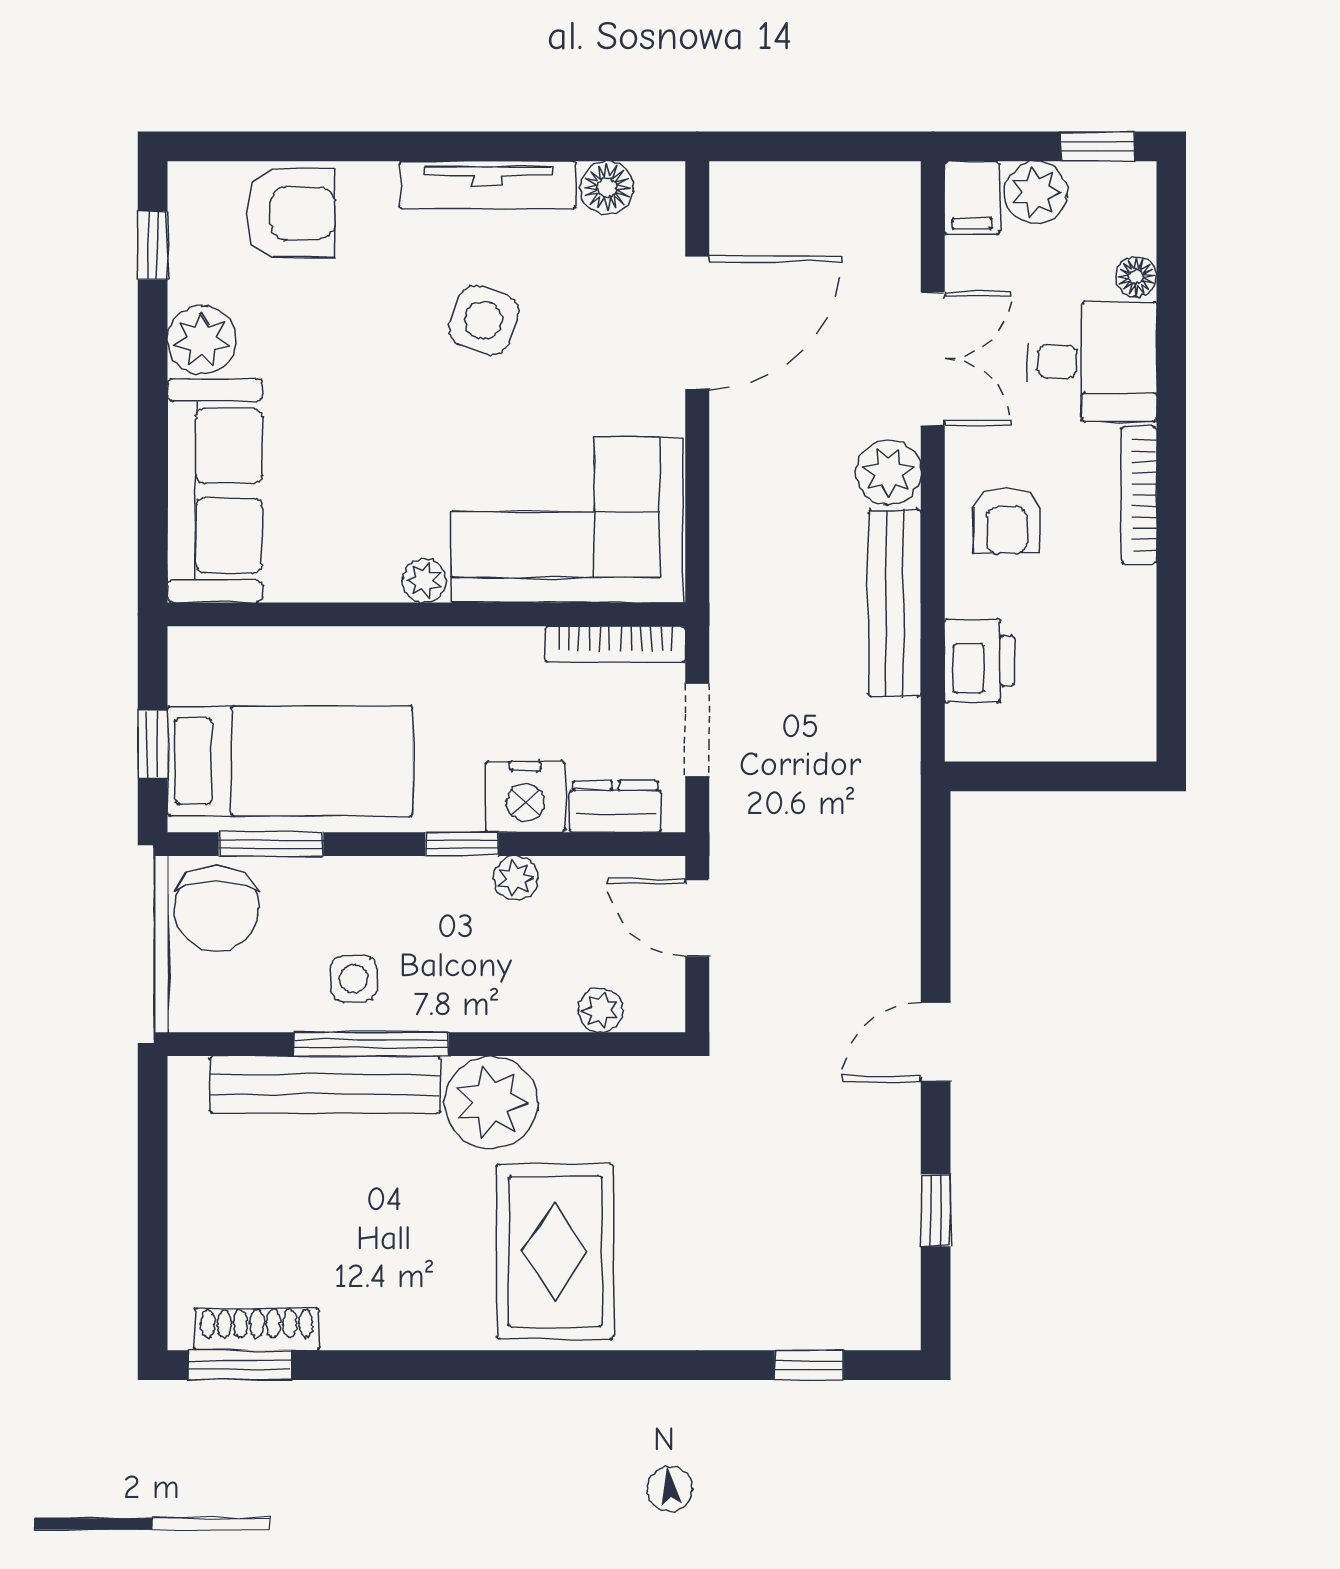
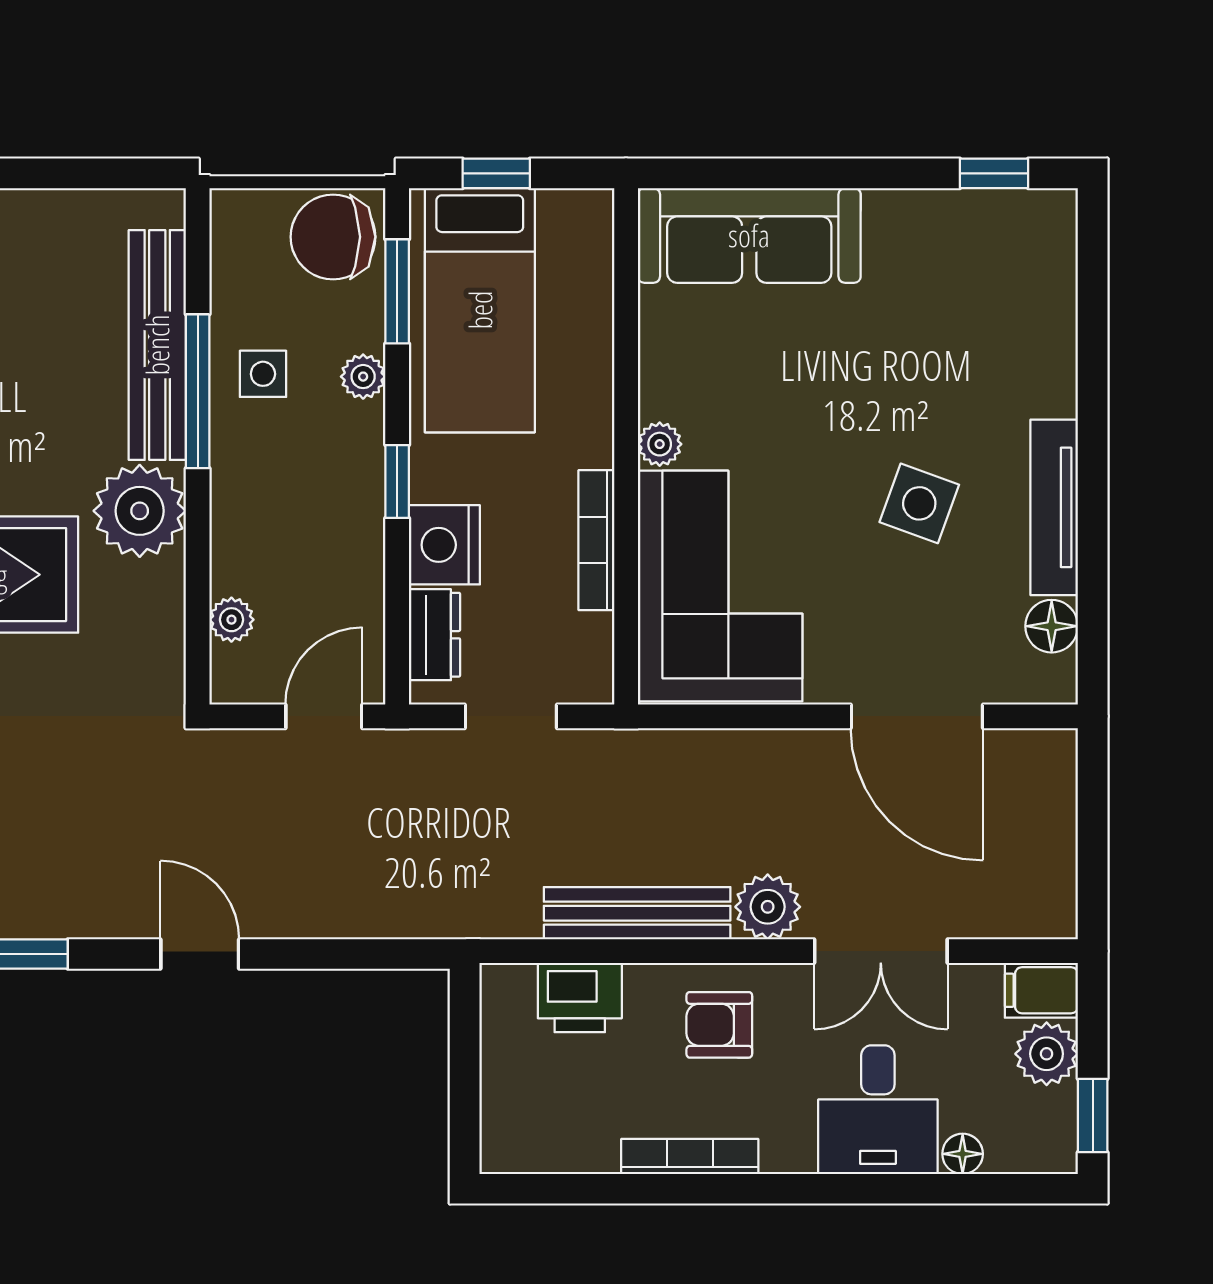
armchair: (290, 213) -> (1026, 311), removed
plant: (202, 340) -> (900, 222), removed
bookcase: (1139, 495) -> (690, 1157), moved
bookcase: (615, 644) -> (596, 540), moved
plant: (516, 878) -> (363, 377), moved

